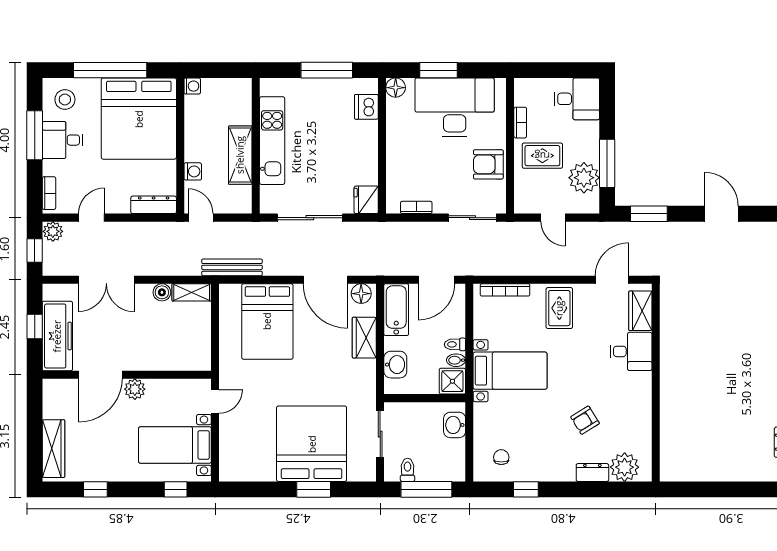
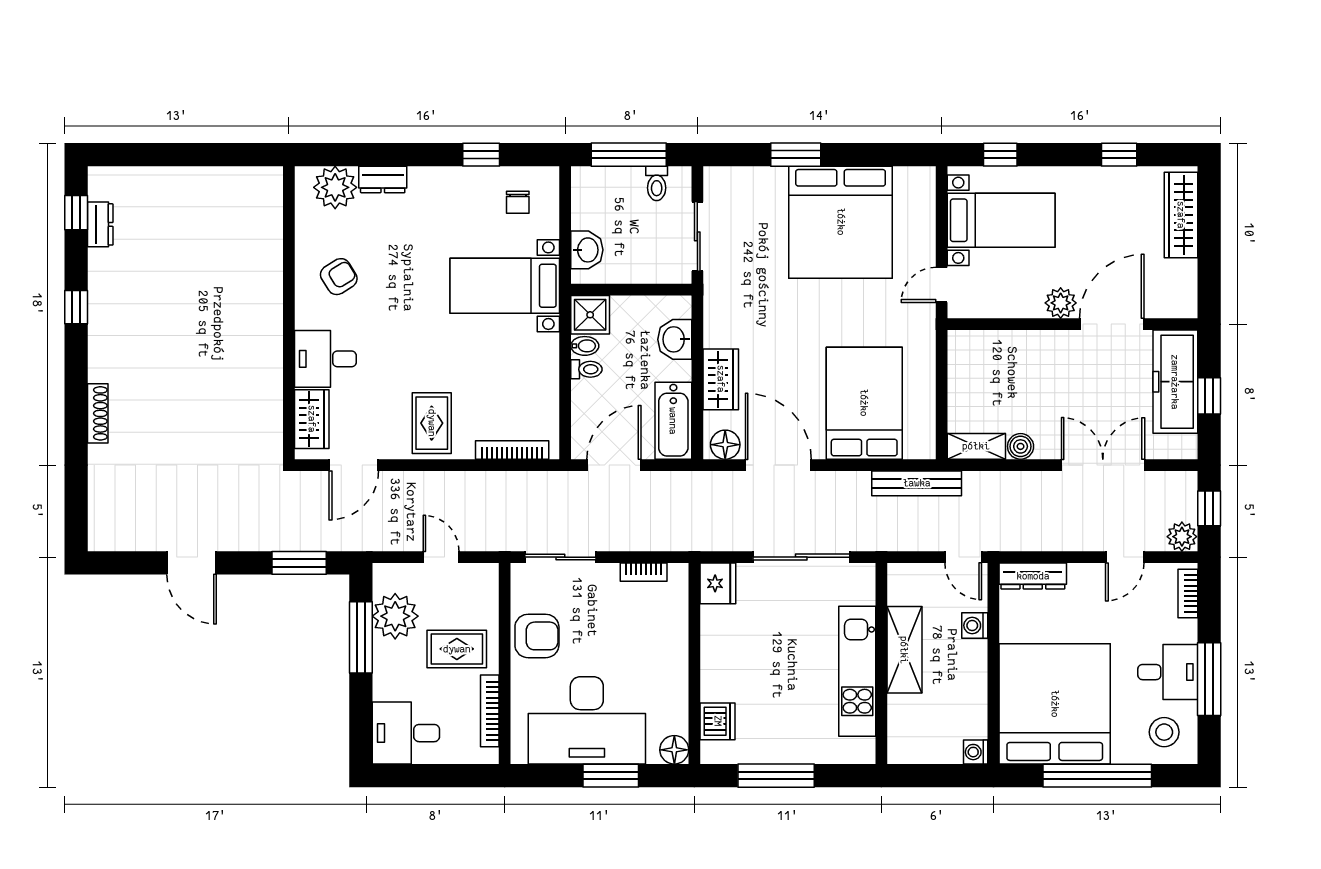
bookcase: (520, 123) -> (490, 711), width x1.56
bed with nightstands: (510, 371) -> (505, 286), moved
armchair: (585, 420) -> (339, 277), moved
bed: (312, 444) -> (841, 222), moved

